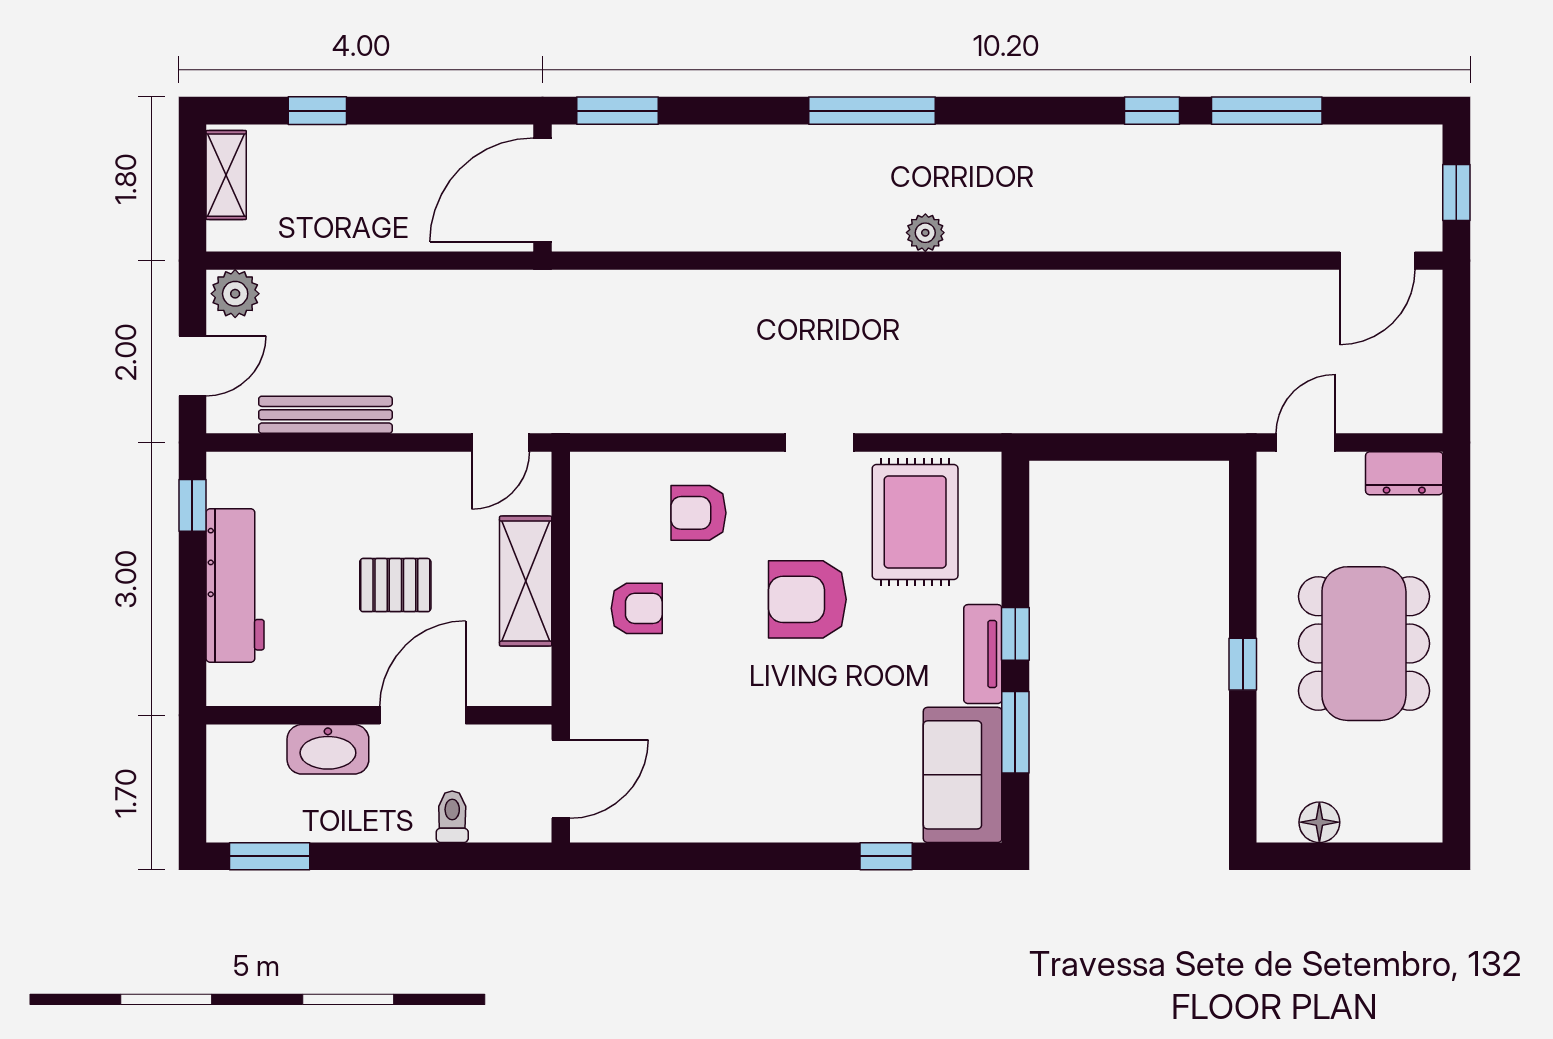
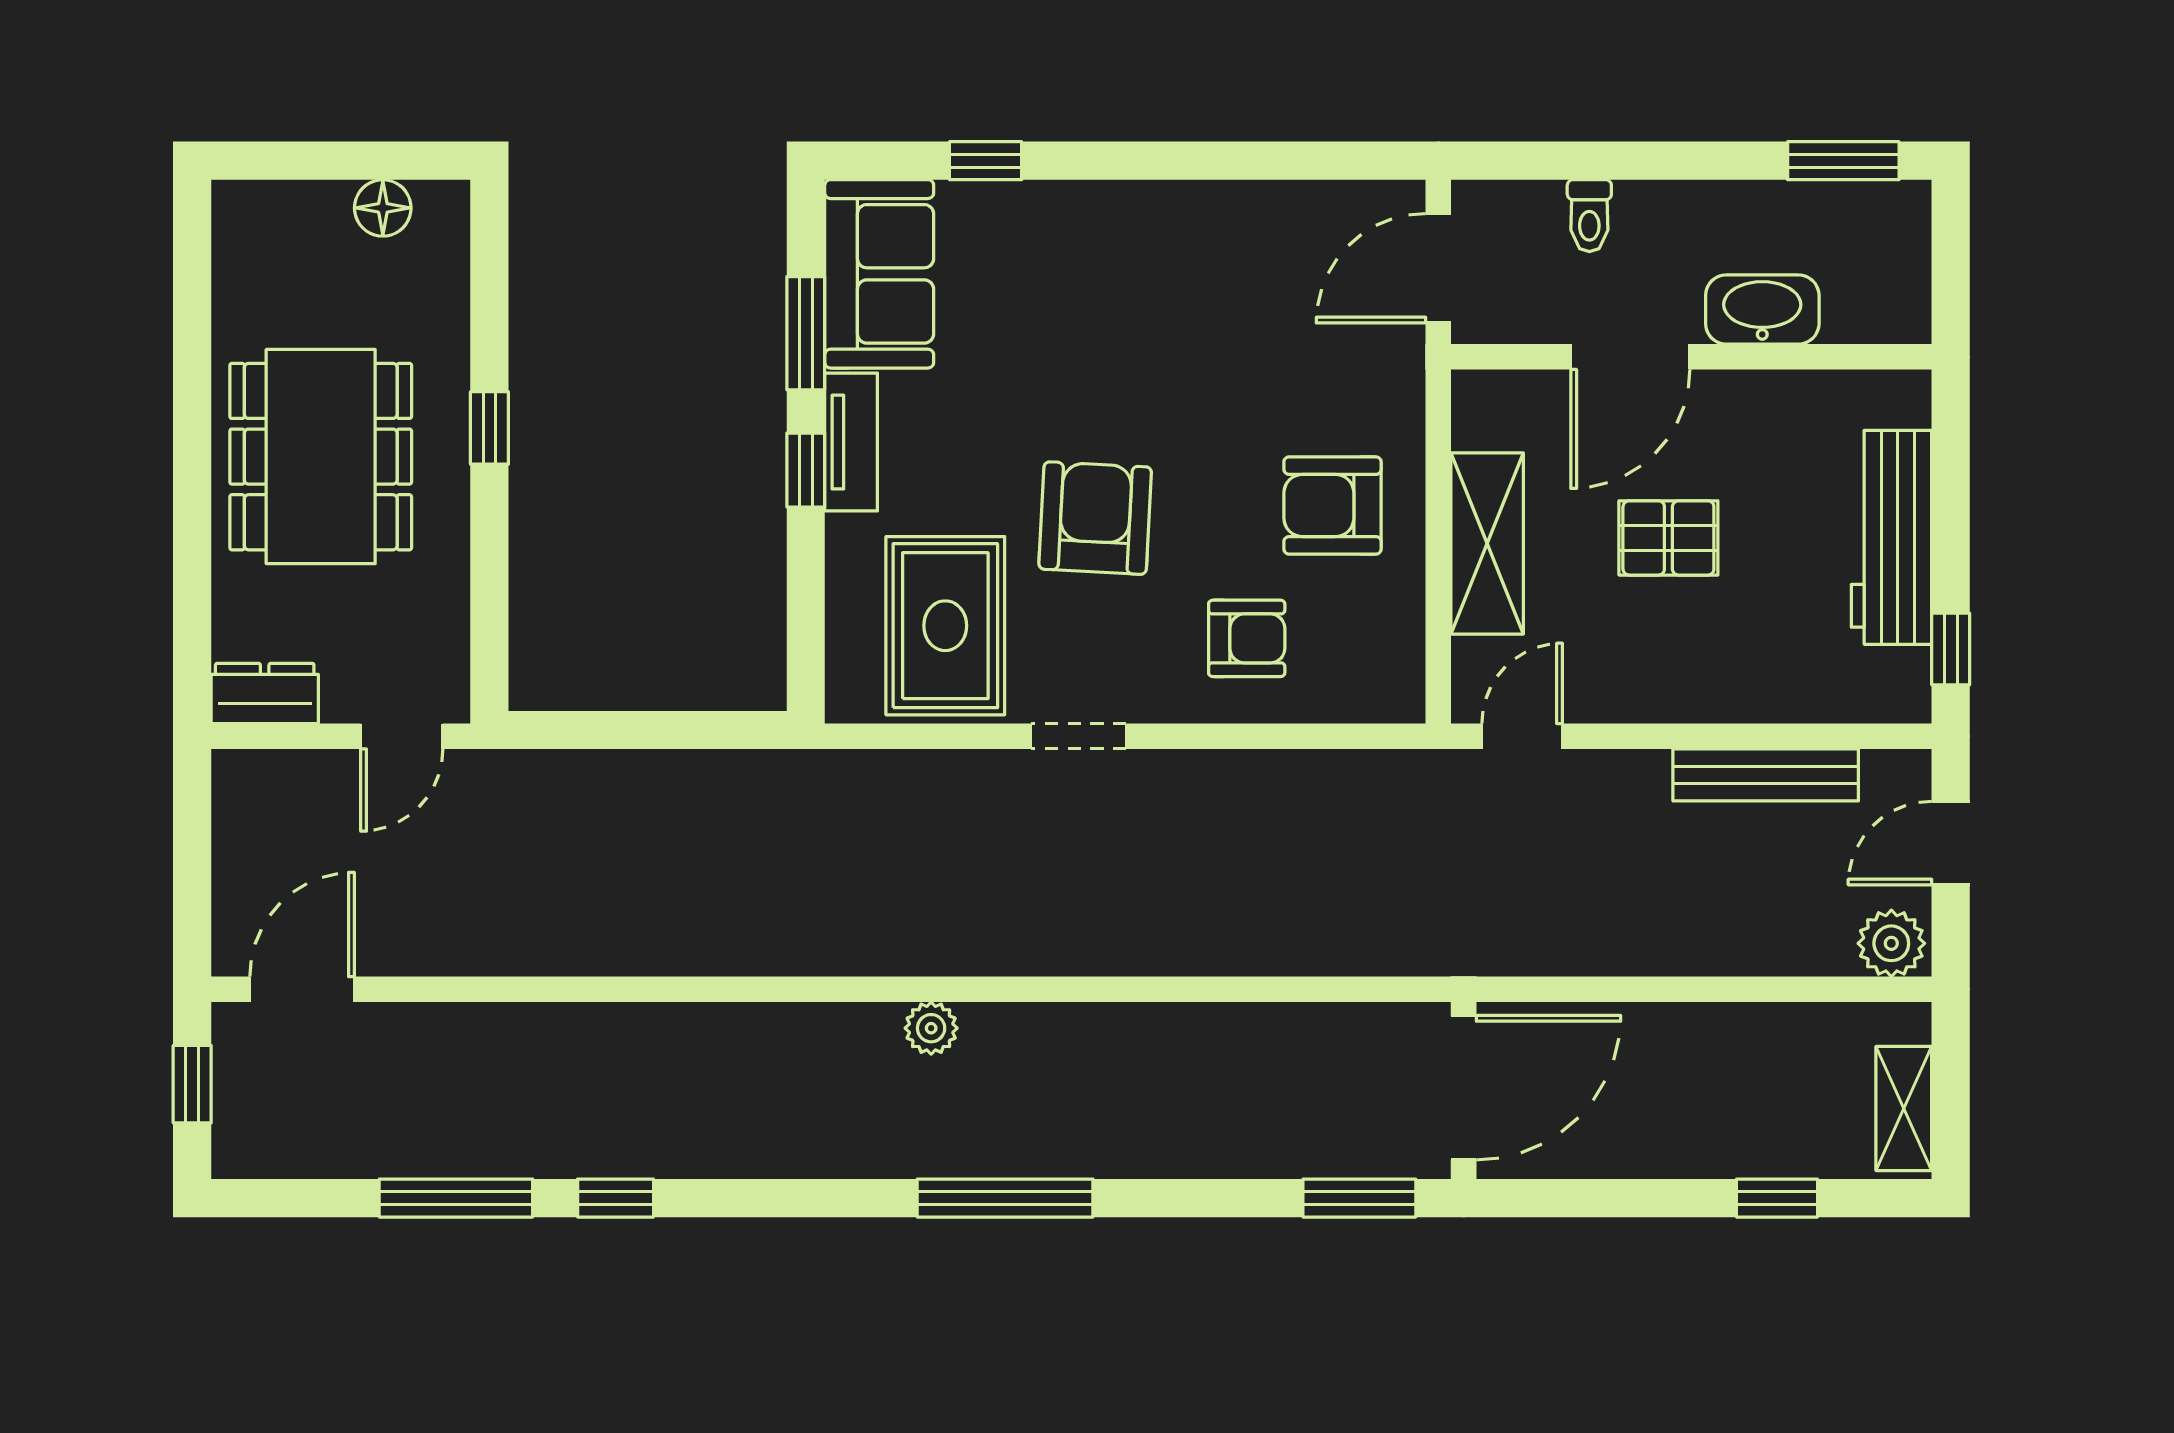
armchair: (807, 599) -> (1095, 518), turned -87
armchair: (637, 608) -> (1333, 505), width x1.38, depth x1.38

